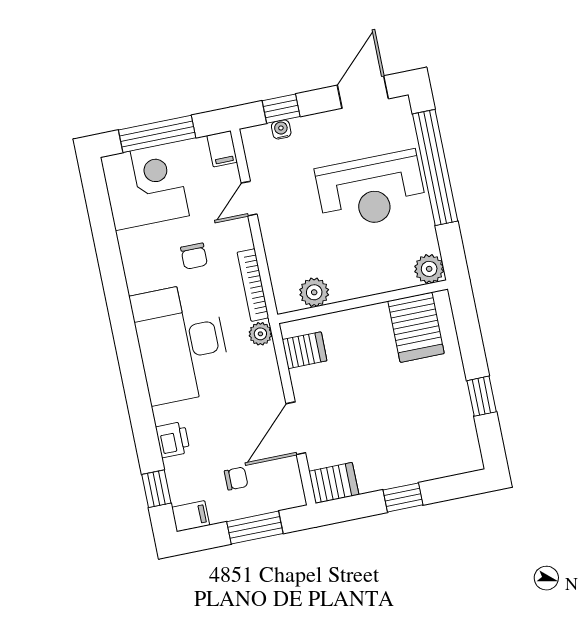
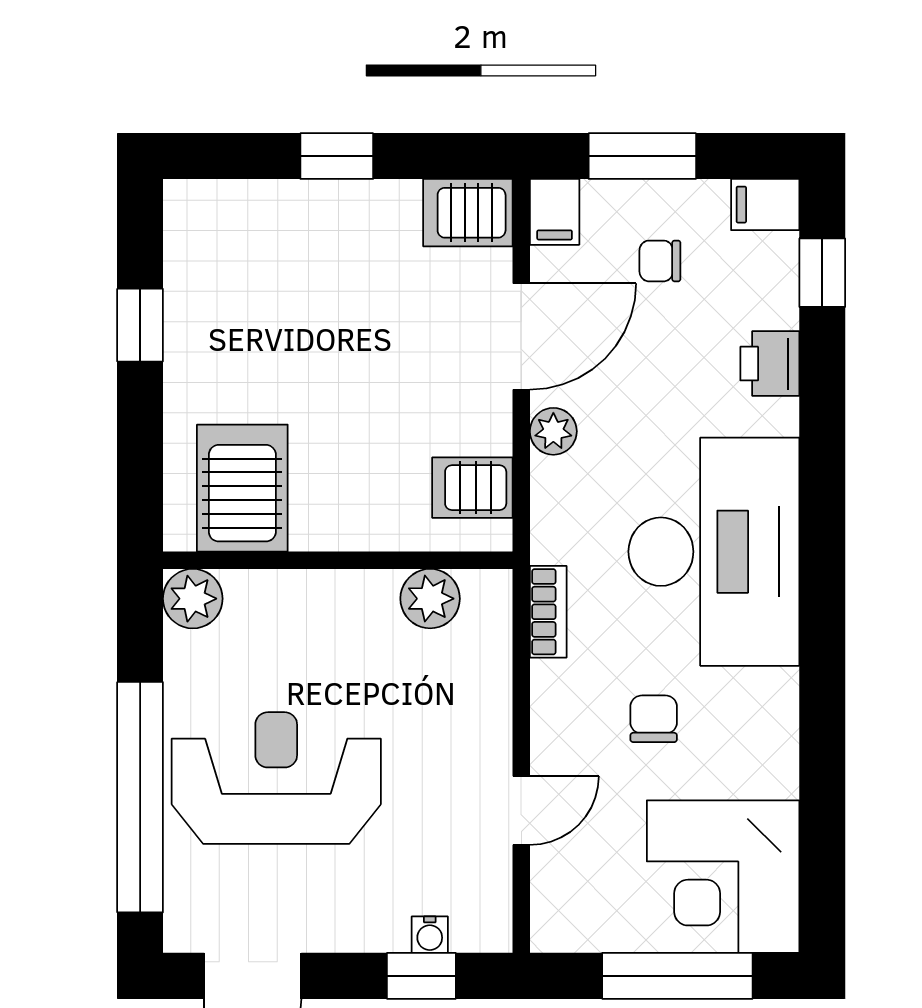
filing cabinet: (222, 149) -> (555, 212), moved, turned 180
bookcase: (253, 285) -> (548, 612), width x0.64
plant: (260, 334) -> (553, 431), moved

